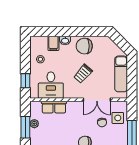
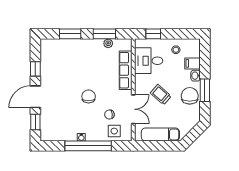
window: (79, 32) -> (205, 90), added
double door: (97, 100) -> (133, 109), swing flipped
row of seats: (54, 107) -> (126, 70), width x1.48

